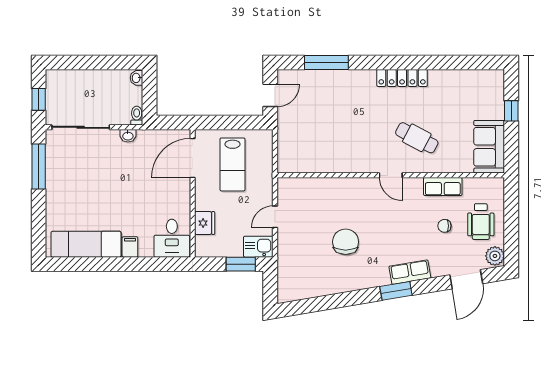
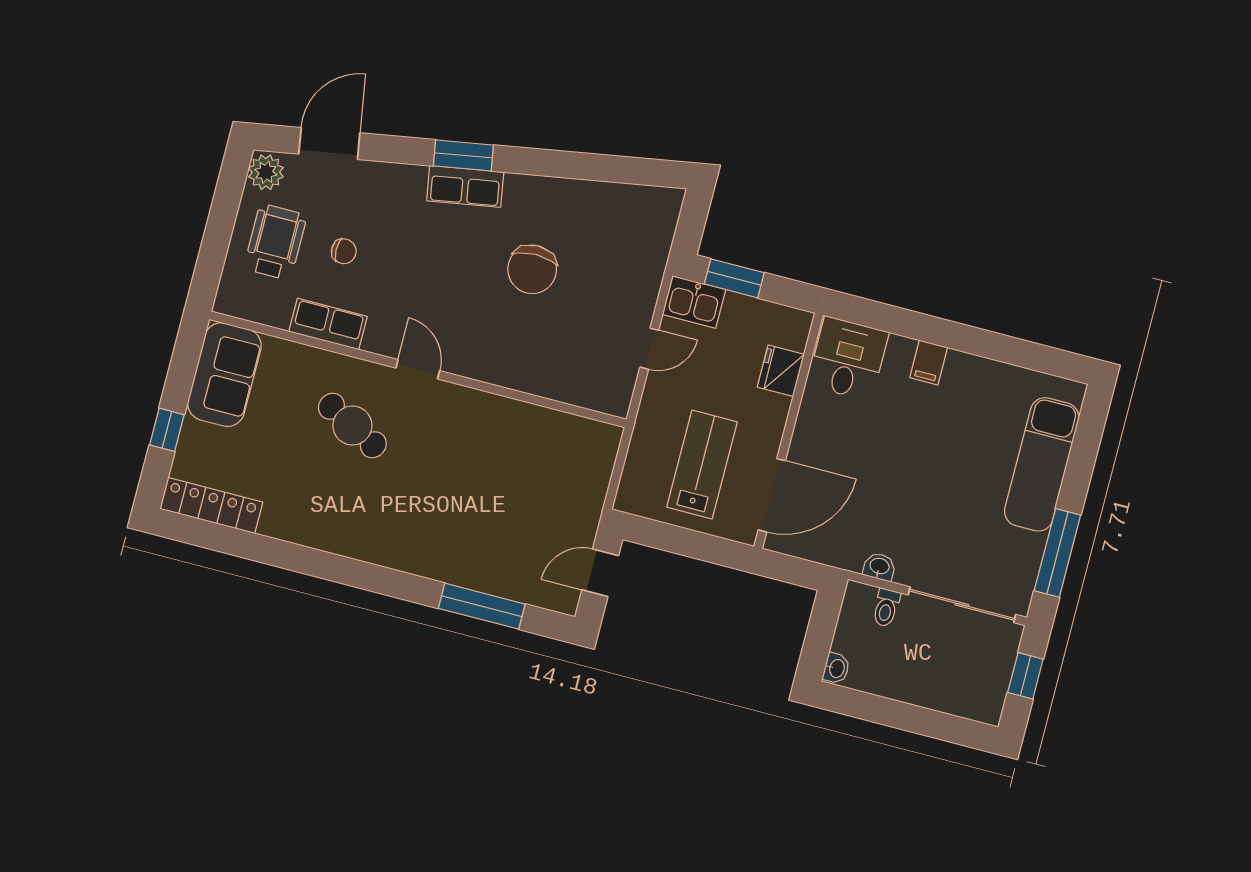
locker: (402, 78) -> (211, 506), moved
toilet: (137, 116) -> (886, 608), moved
exam couch: (86, 244) -> (1042, 464), moved, turned 90
row of seats: (410, 272) -> (465, 186), moved

